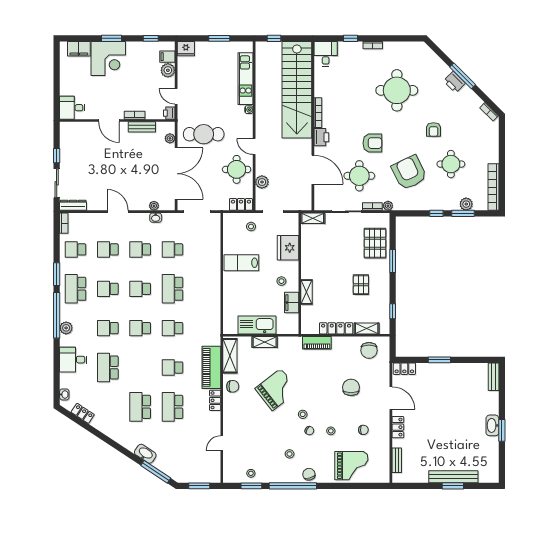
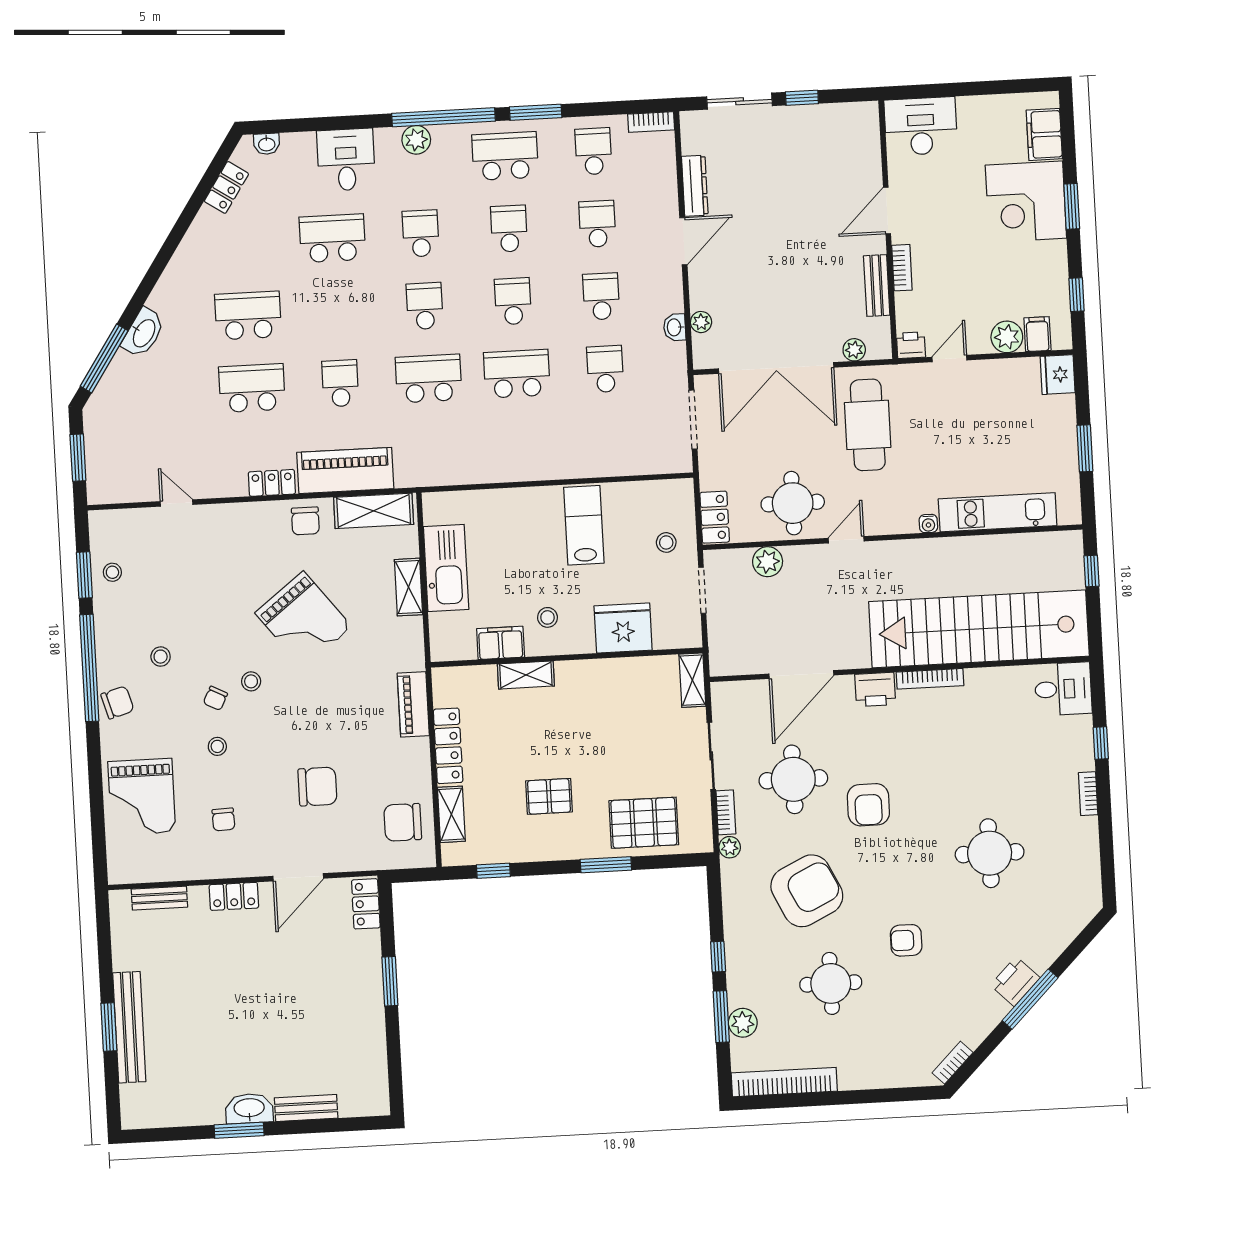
round table: (397, 90) -> (990, 853), width x0.73, depth x0.73
desk: (72, 108) -> (921, 126), width x1.37
dresser: (73, 205) -> (695, 186), moved
school desk: (172, 328) -> (429, 379), width x1.85
bench: (494, 377) -> (306, 1108), moved

